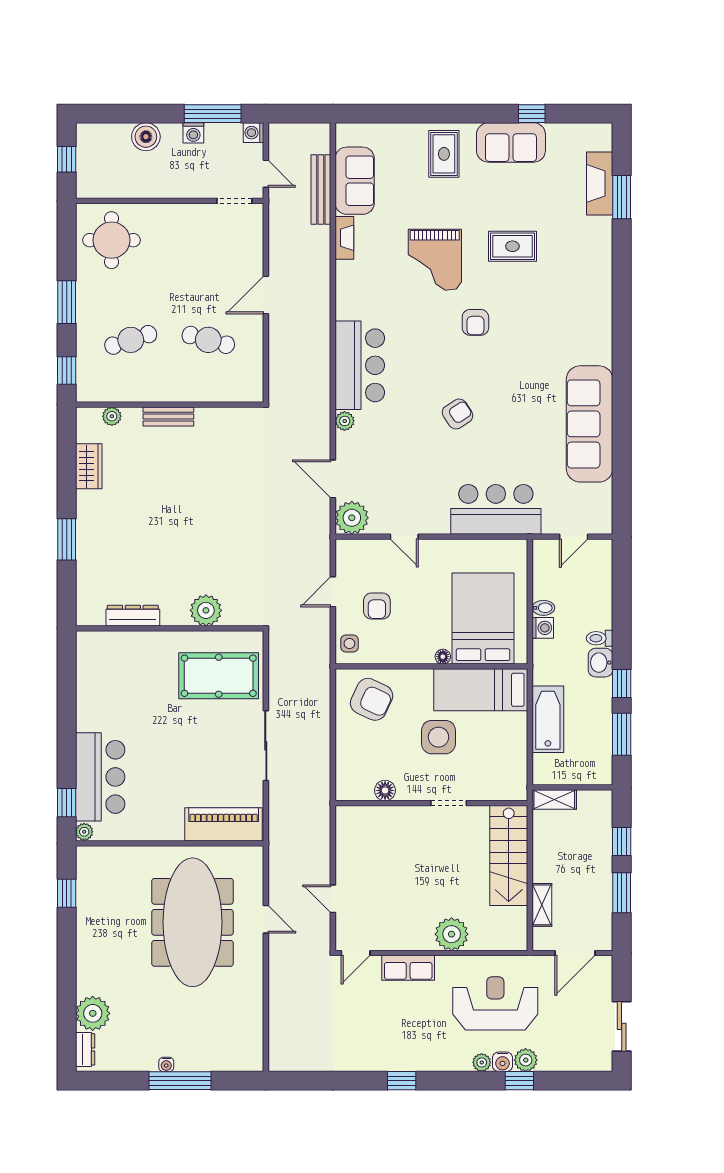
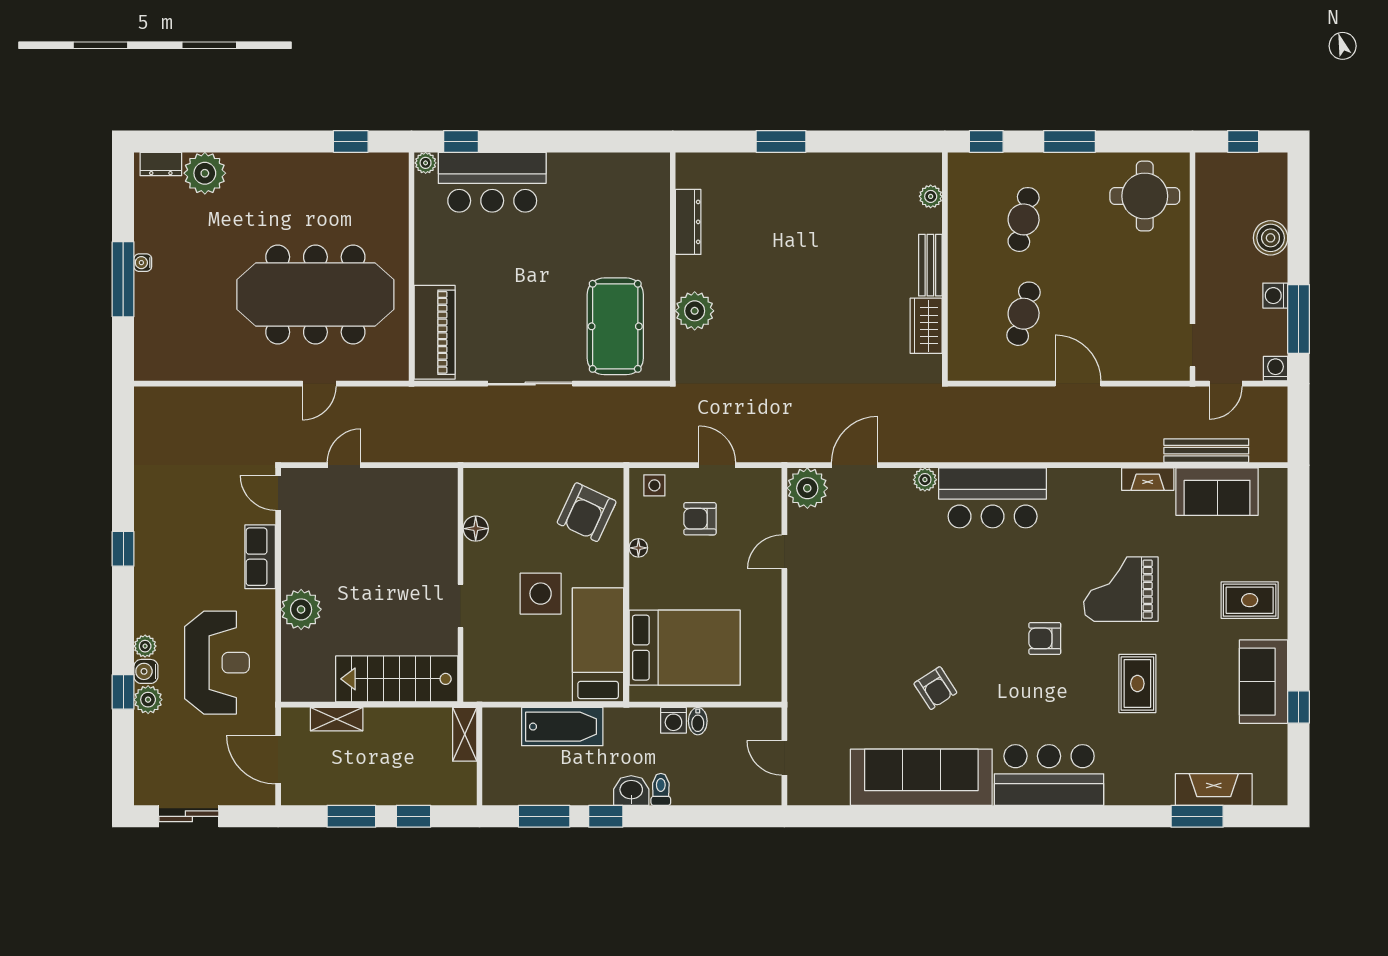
cafe table: (131, 340) -> (1024, 219), turned 30
armchair: (458, 414) -> (935, 688), moved
wardrobe: (89, 466) -> (926, 326), moved, turned 90
bar counter: (496, 509) -> (1049, 775), moved, turned -90
floor lamp: (443, 657) -> (638, 548), moved

